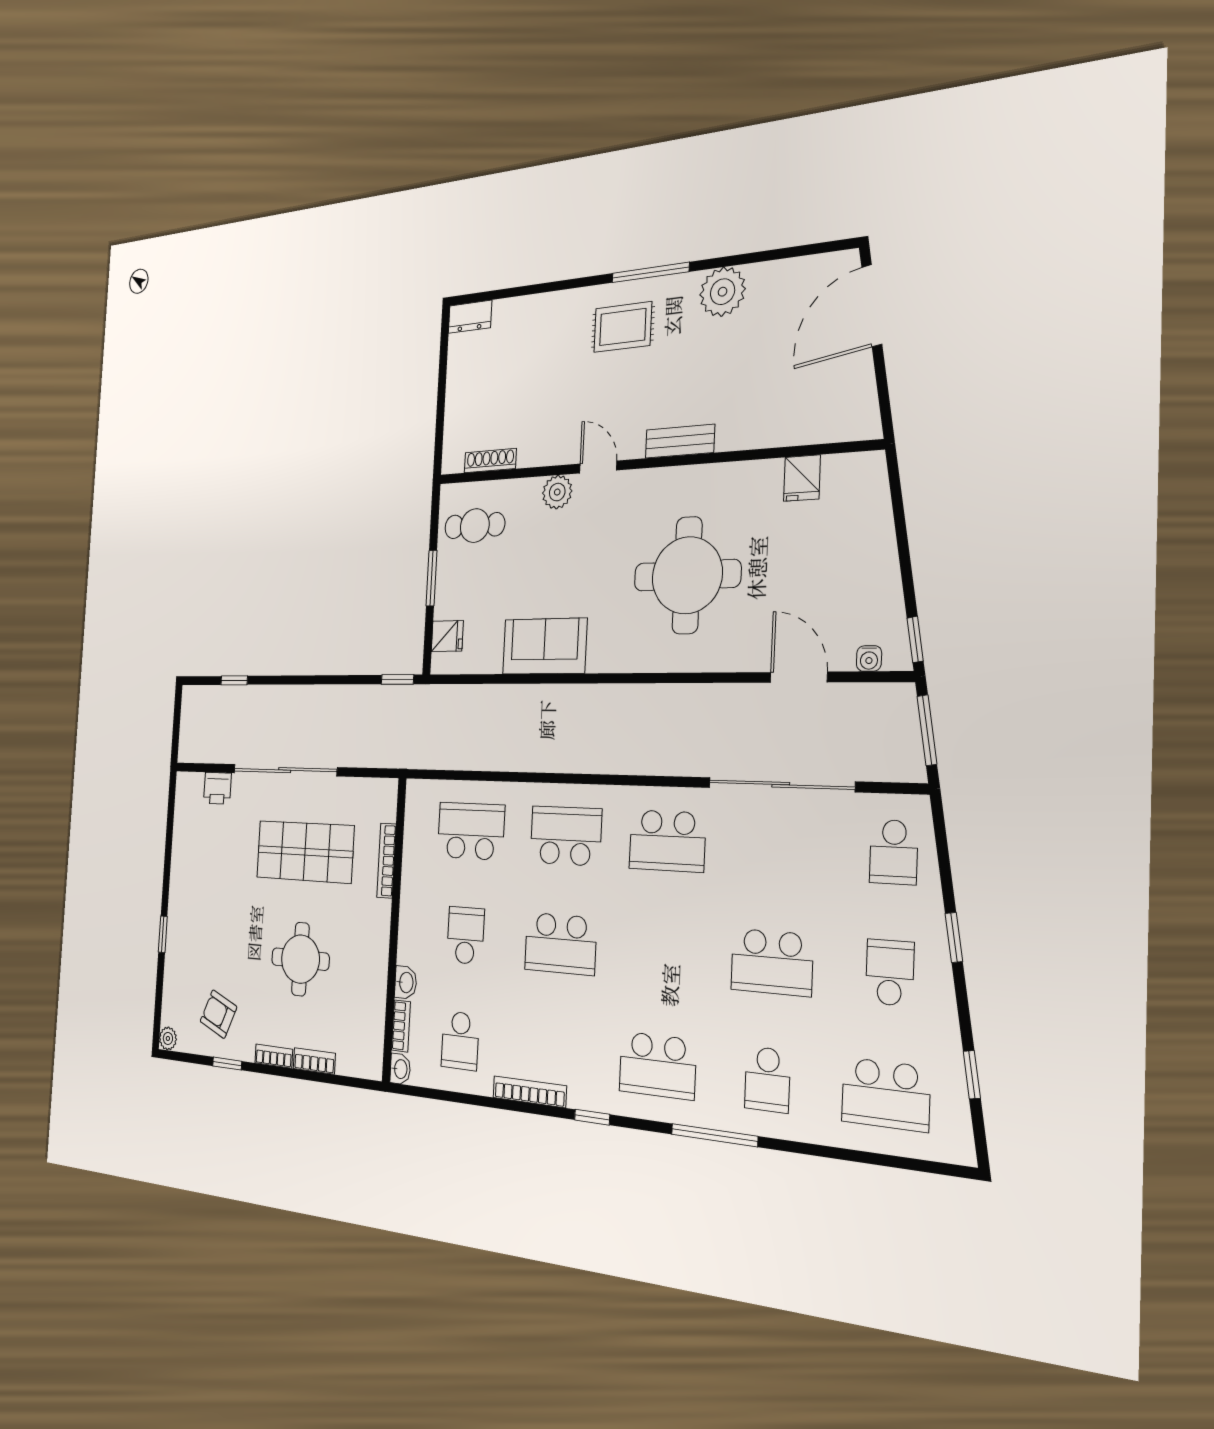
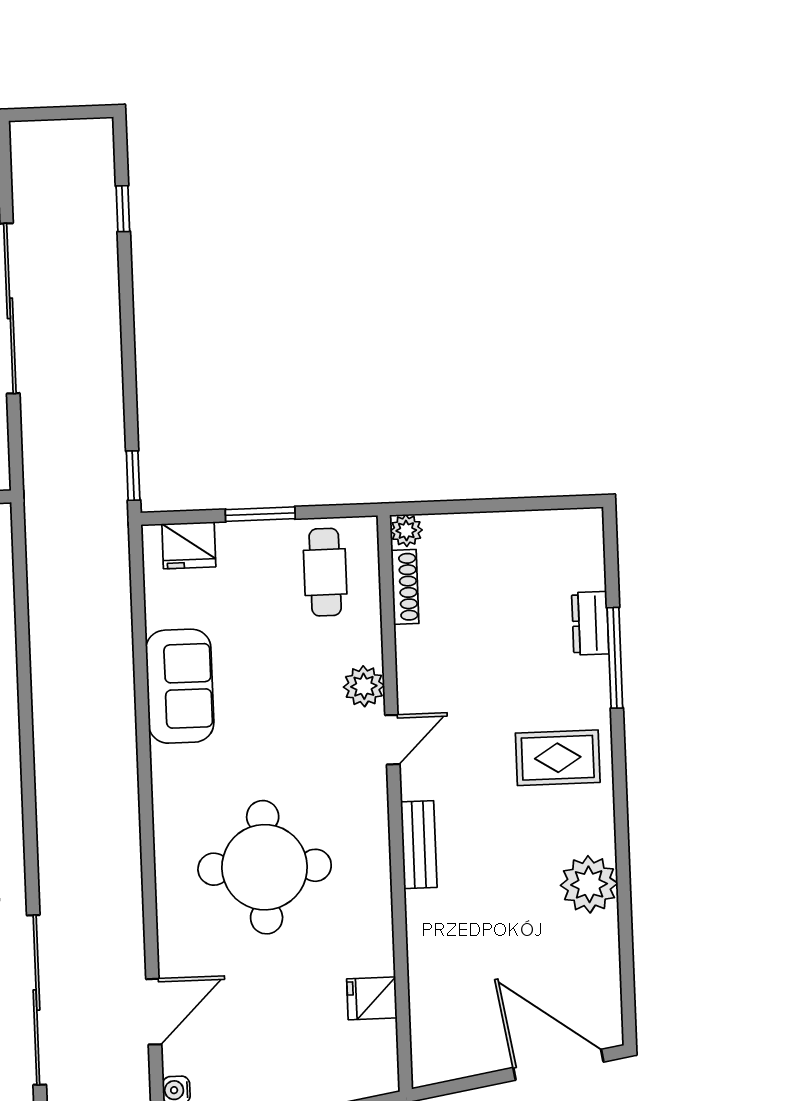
window: (650, 272) -> (615, 658), moved
dresser: (470, 317) -> (590, 623), moved
rug: (623, 327) -> (558, 758), turned 90
plant: (452, 461) -> (406, 530), added
fridge: (447, 636) -> (189, 545), width x1.38

